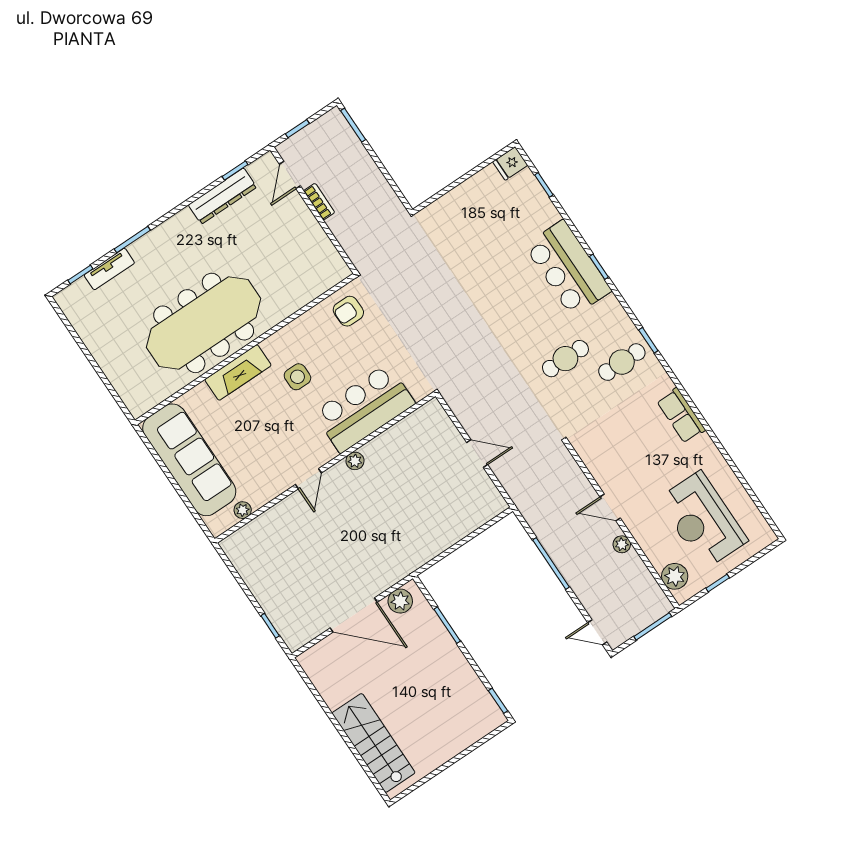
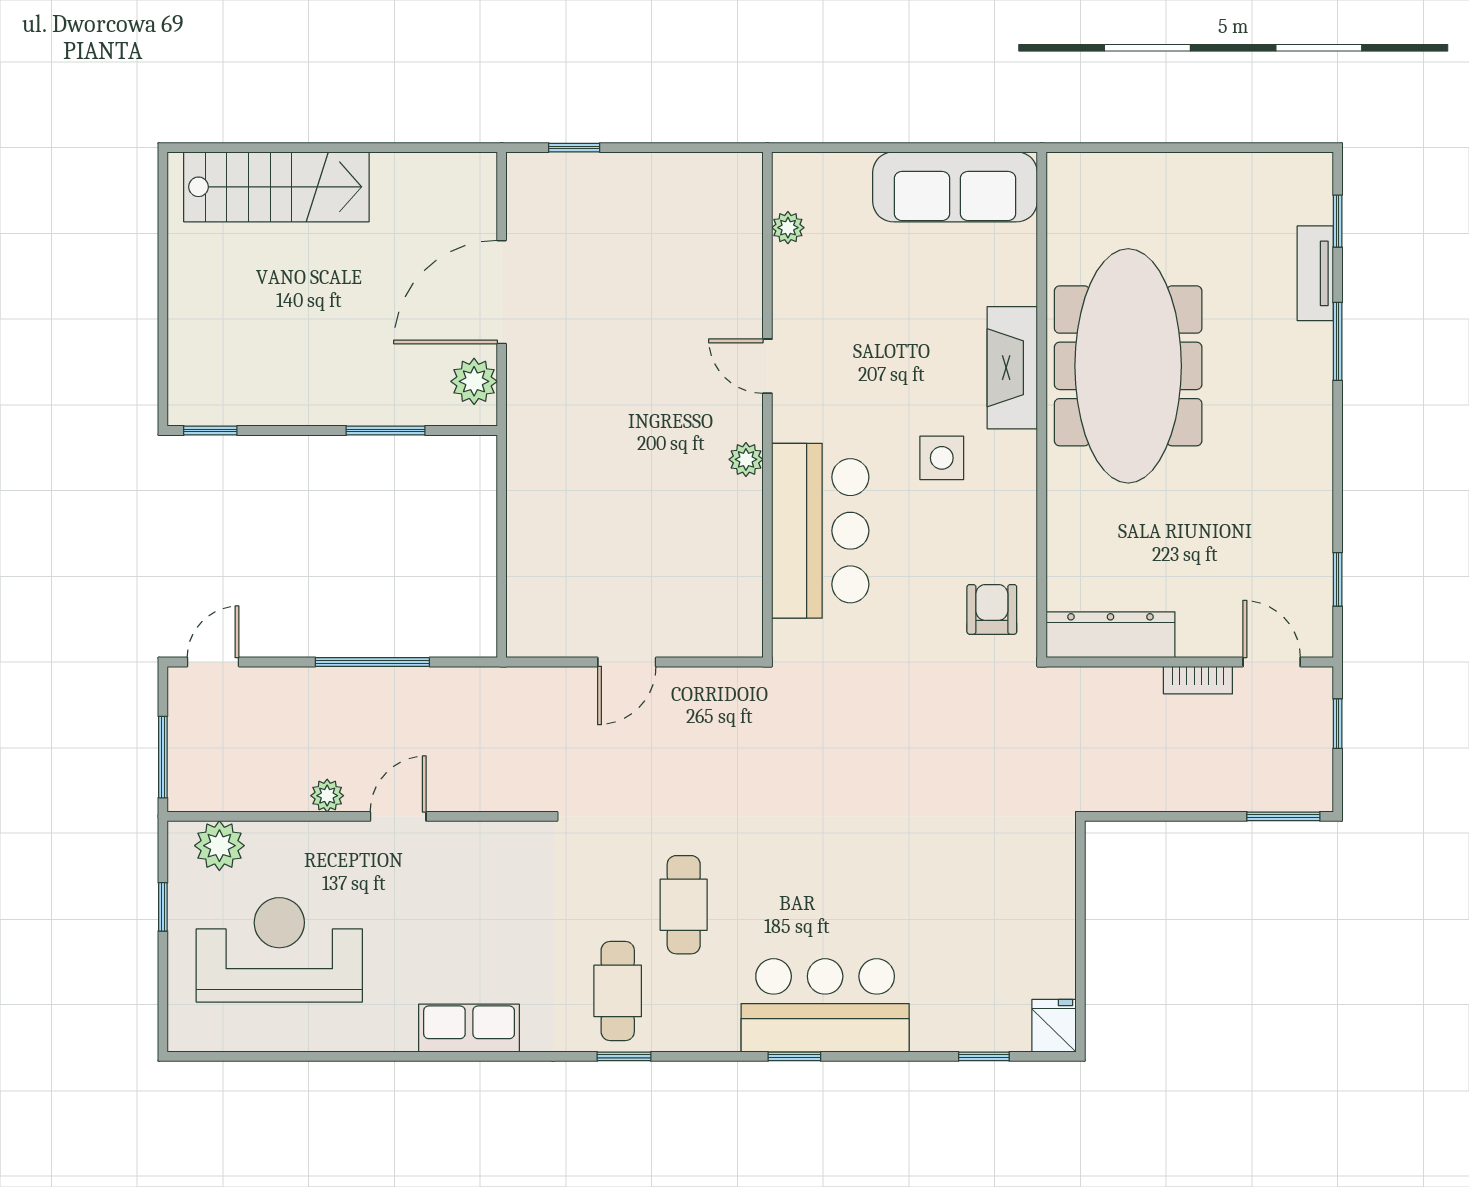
dresser: (222, 196) -> (1110, 635), moved, turned 90
sofa: (189, 460) -> (955, 187), width x0.74, depth x0.79

